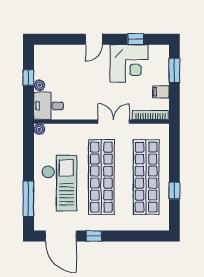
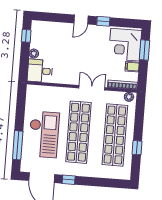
window: (136, 39) -> (103, 21), moved
corner desk: (129, 63) -> (125, 45), moved, turned 90
window: (28, 78) -> (26, 36), moved
plant: (39, 129) -> (129, 97), moved

